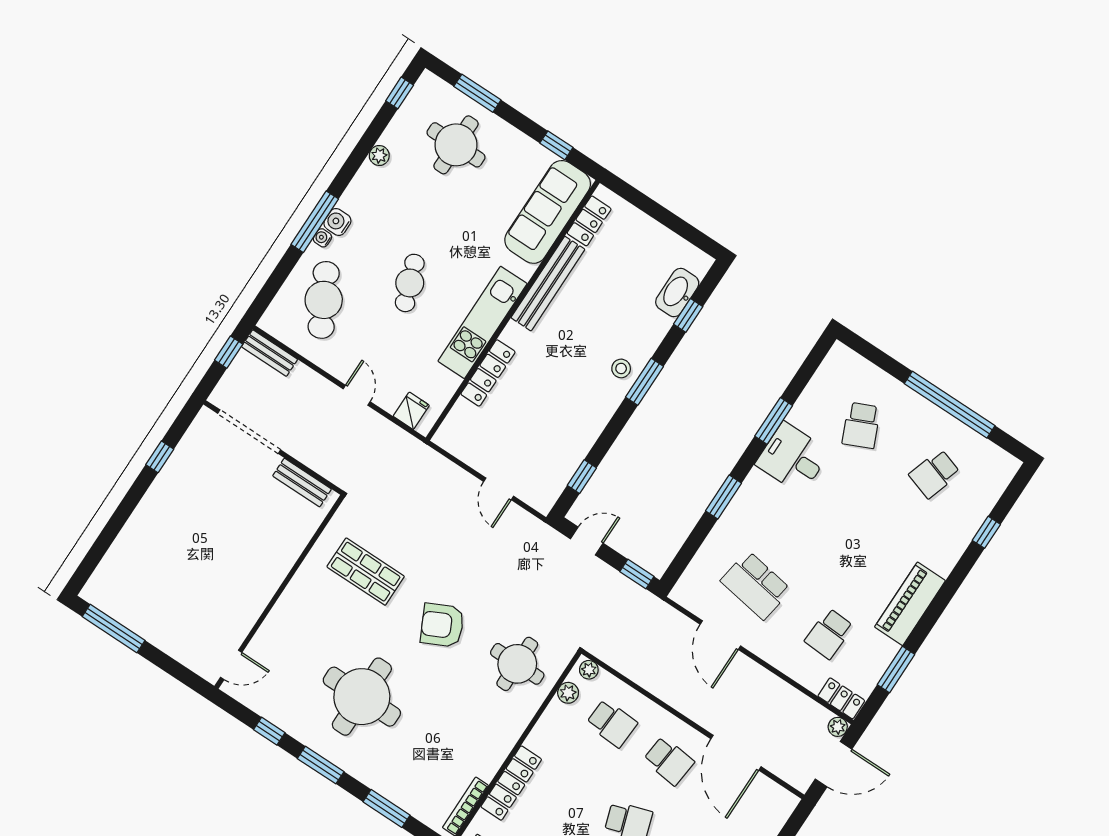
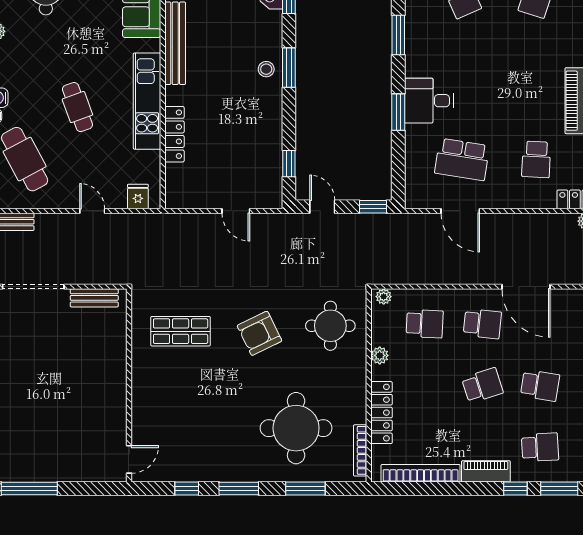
desk: (793, 458) -> (429, 101), moved
door: (587, 541) -> (322, 207), hinge flipped
plant: (568, 693) -> (380, 355), moved
round table: (362, 697) -> (296, 428), moved

